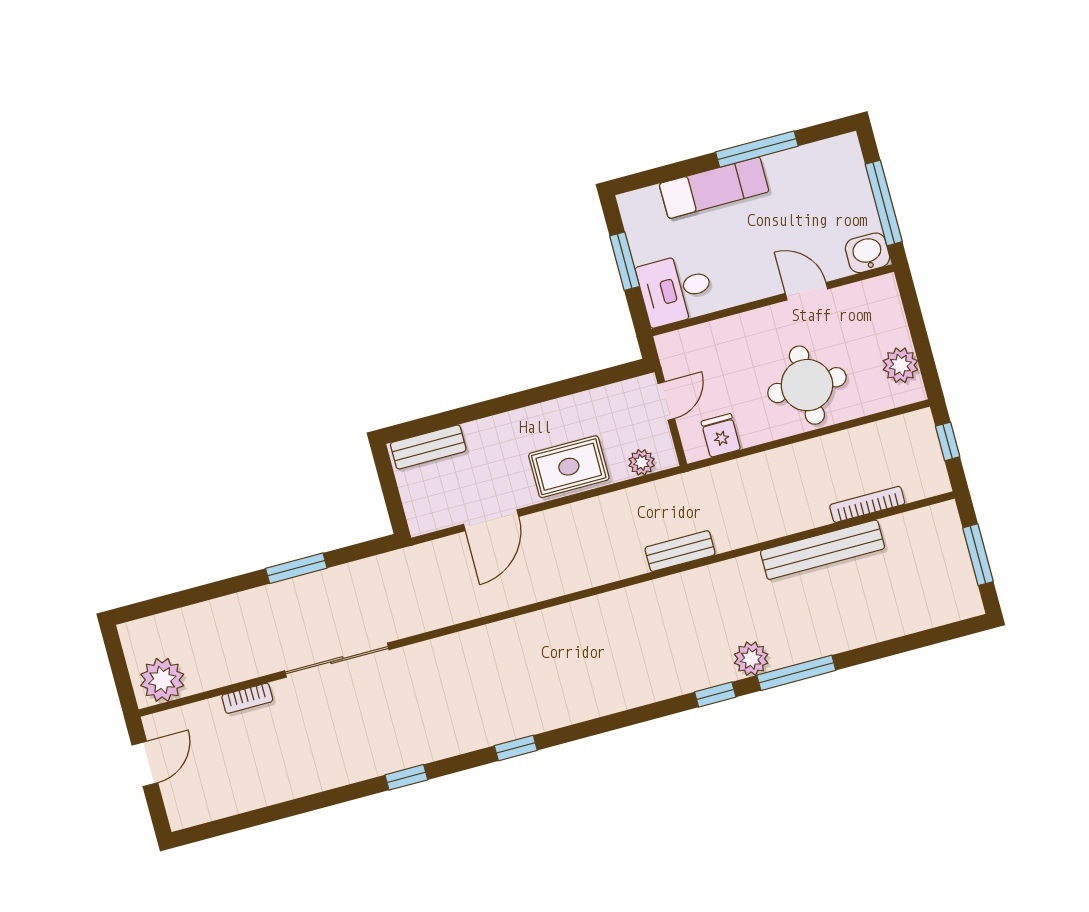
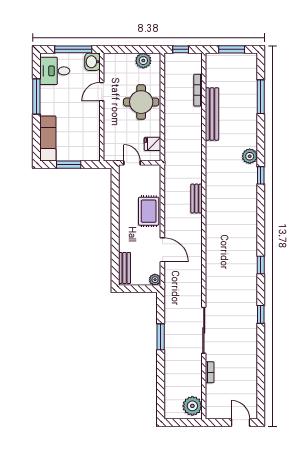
exam couch: (714, 188) -> (48, 138), moved
desk: (676, 289) -> (55, 71), moved, turned 90
plant: (642, 462) -> (155, 280), moved
bench: (680, 551) -> (197, 199), moved
window: (796, 673) -> (261, 97), moved
door: (145, 764) -> (240, 423), moved

